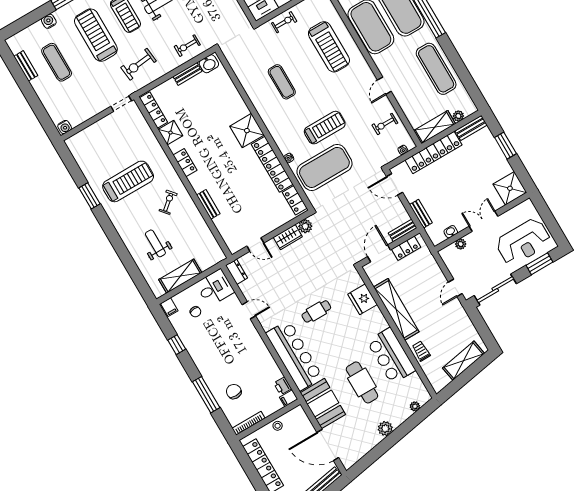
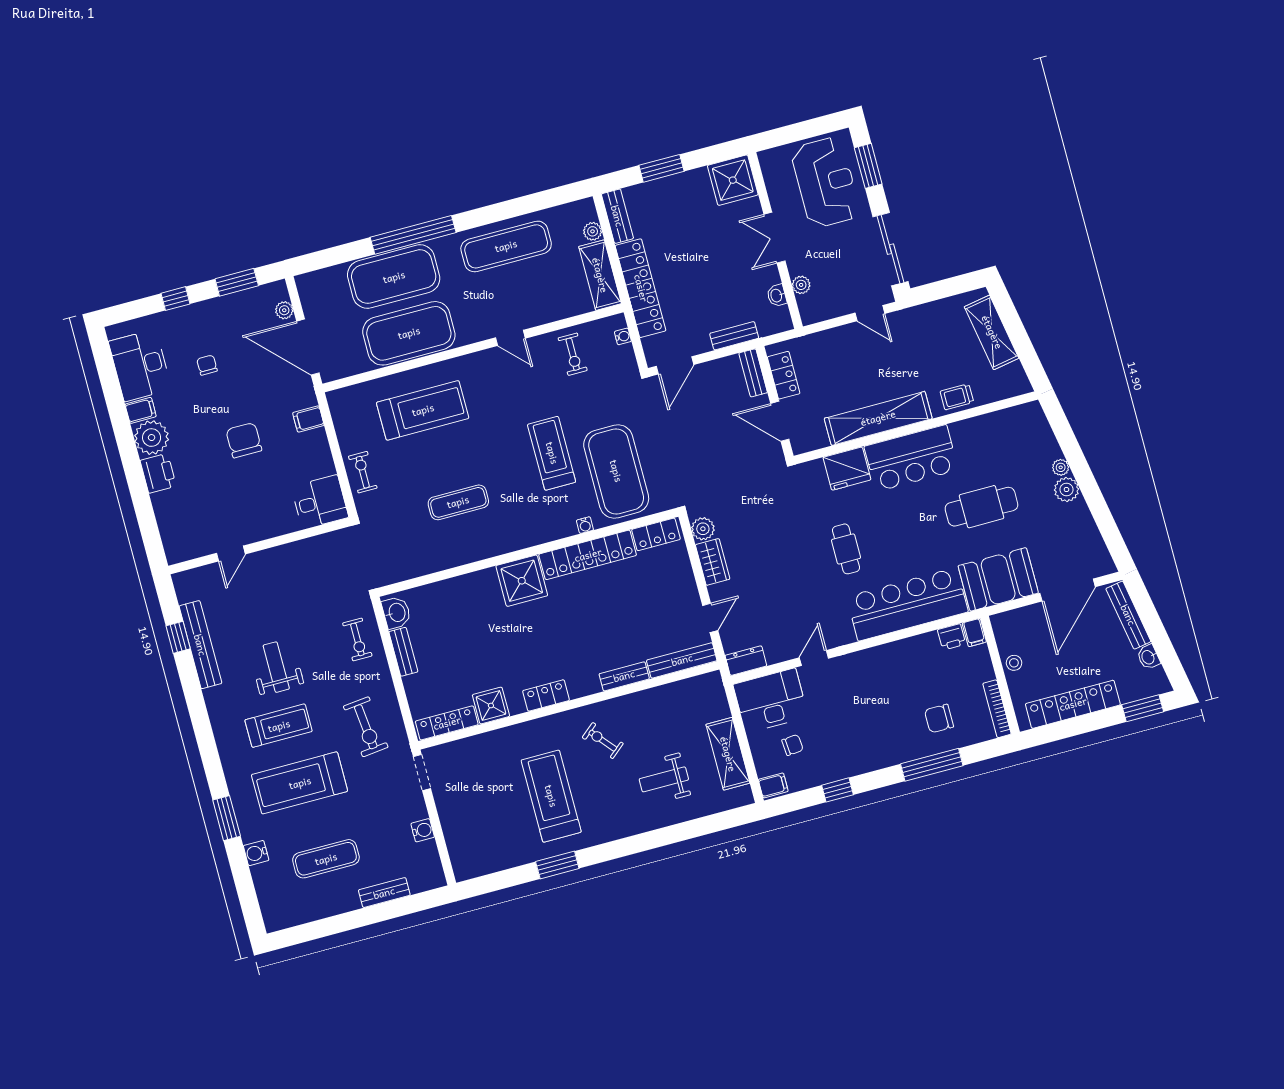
bench: (26, 66) -> (384, 893), moved
water cooler: (65, 127) -> (423, 830), moved
bench: (226, 235) -> (682, 660), added
desk: (215, 288) -> (771, 701), width x1.37
bar counter: (391, 356) -> (911, 458), moved
plant: (415, 406) -> (1061, 467), moved

